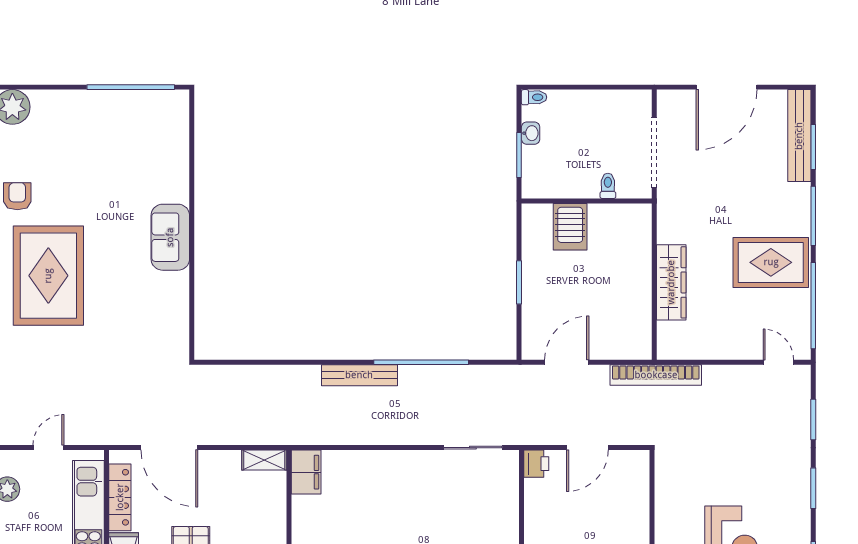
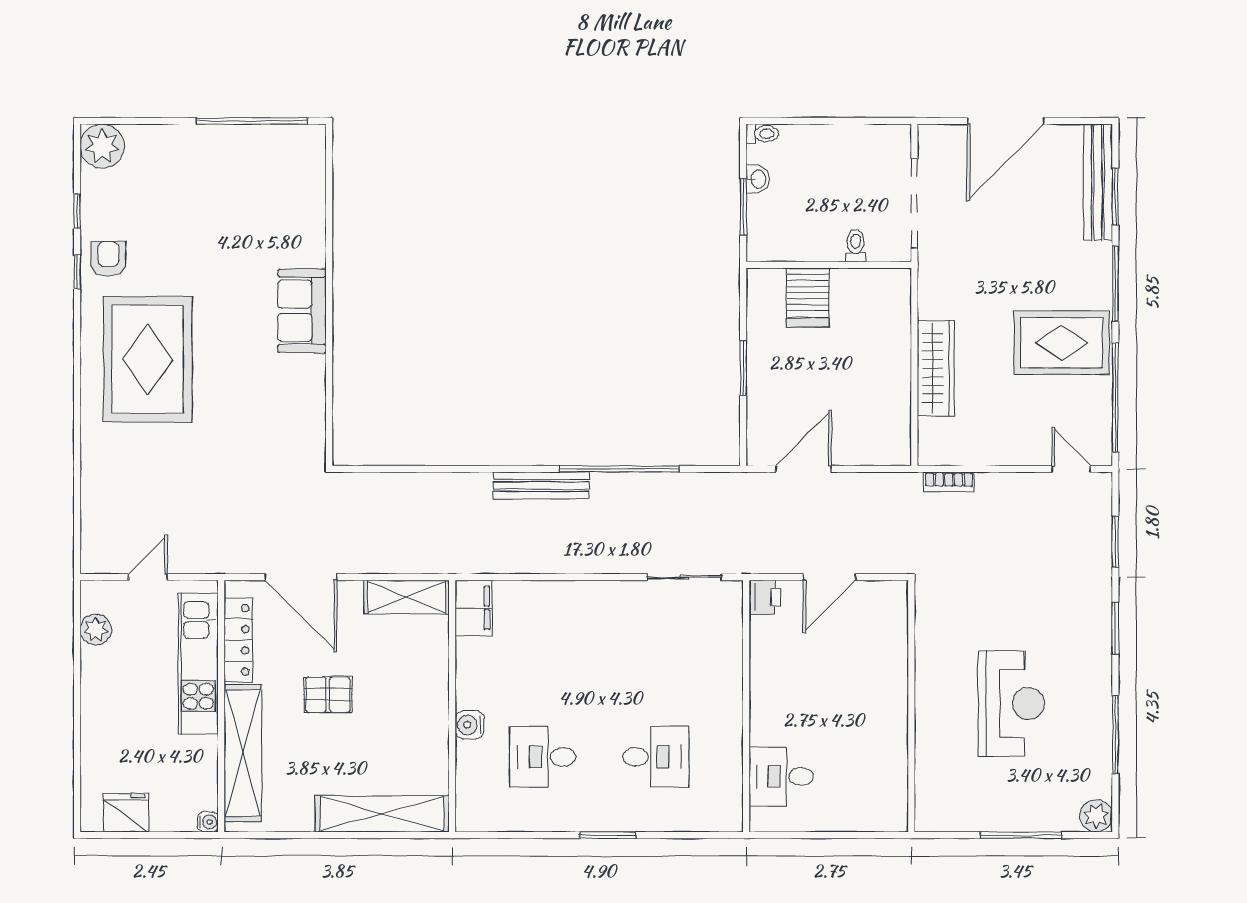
bookcase: (656, 375) -> (949, 482), width x0.43, depth x0.76
shelving: (264, 460) -> (407, 597), width x1.50, depth x1.33

